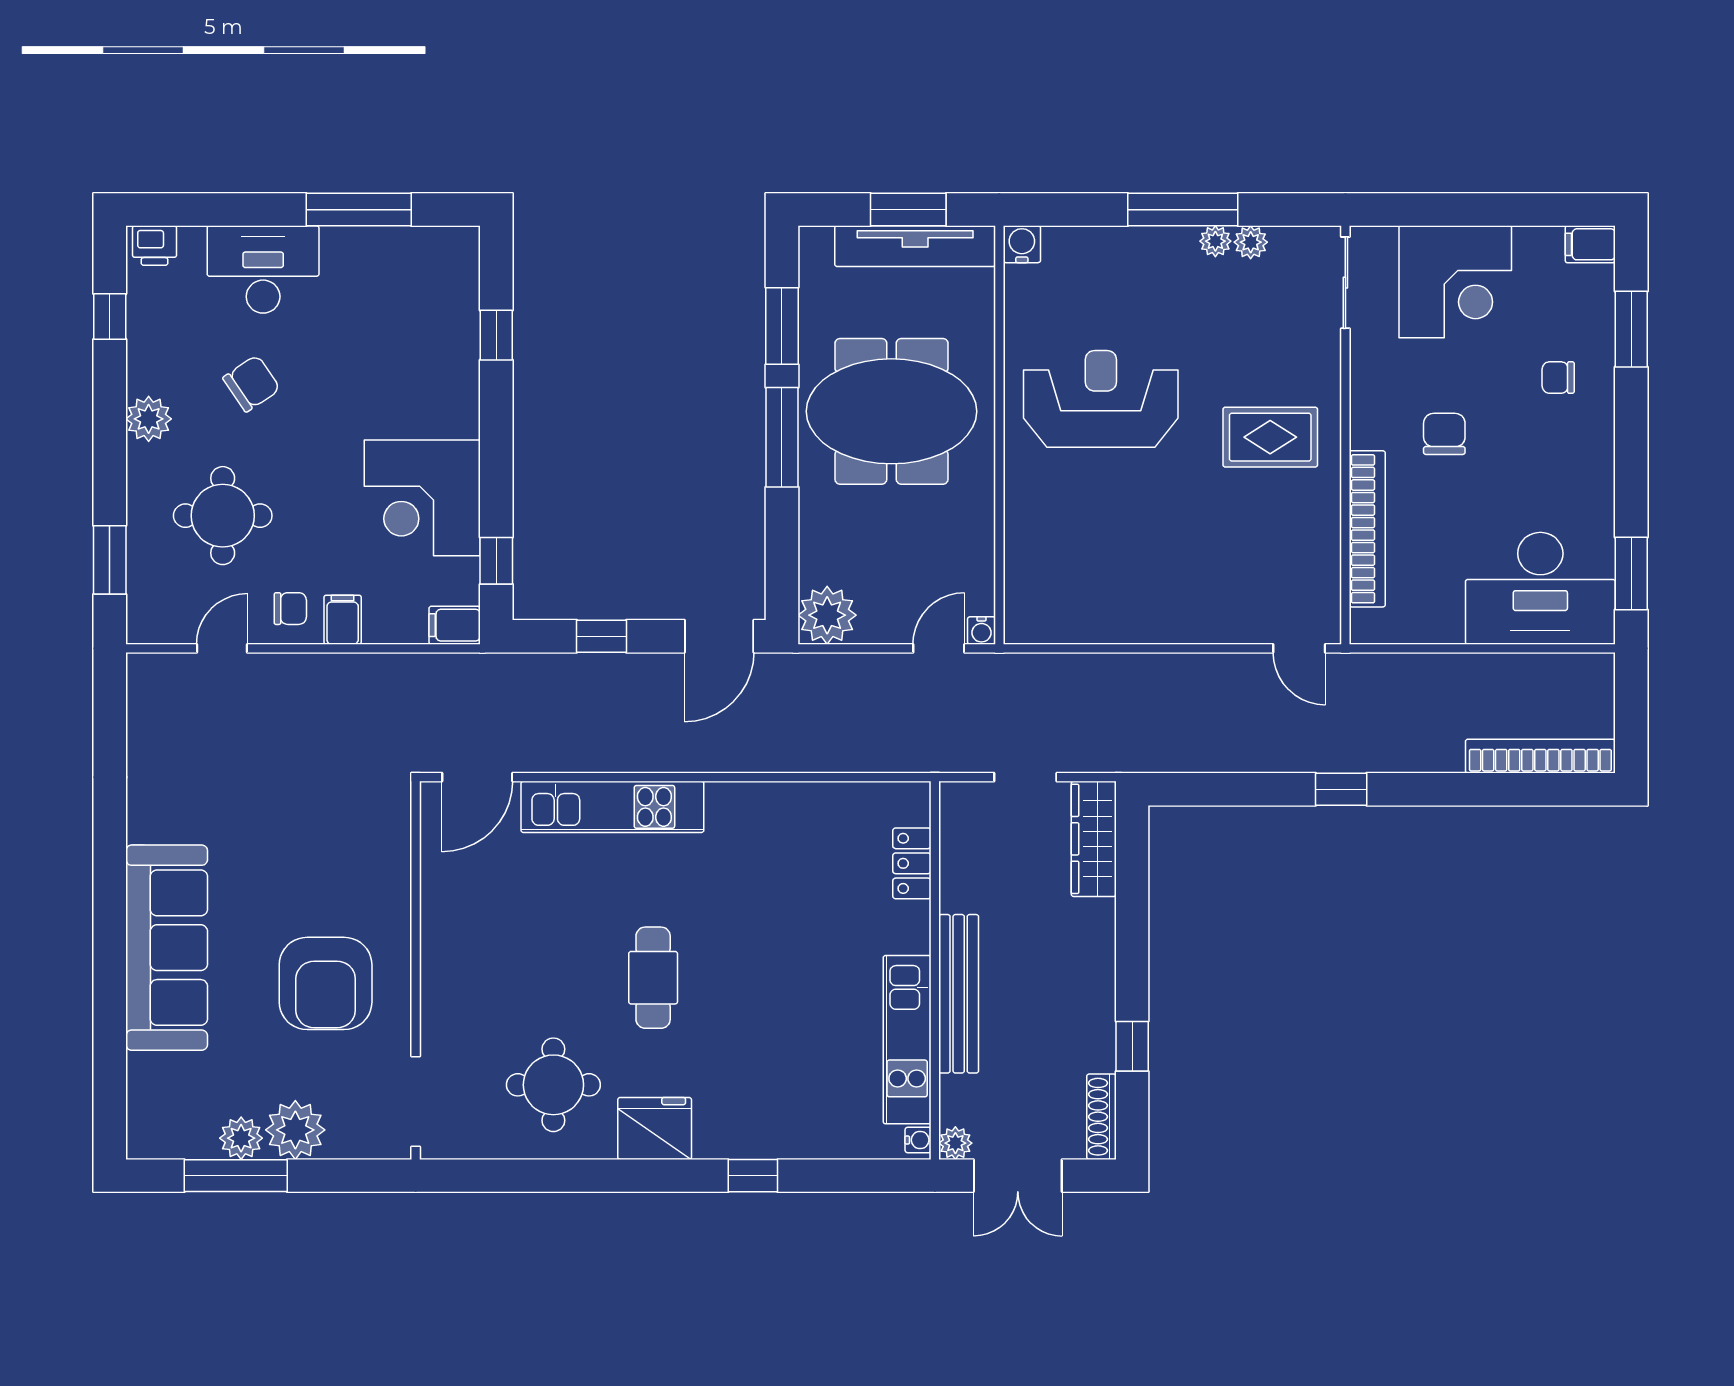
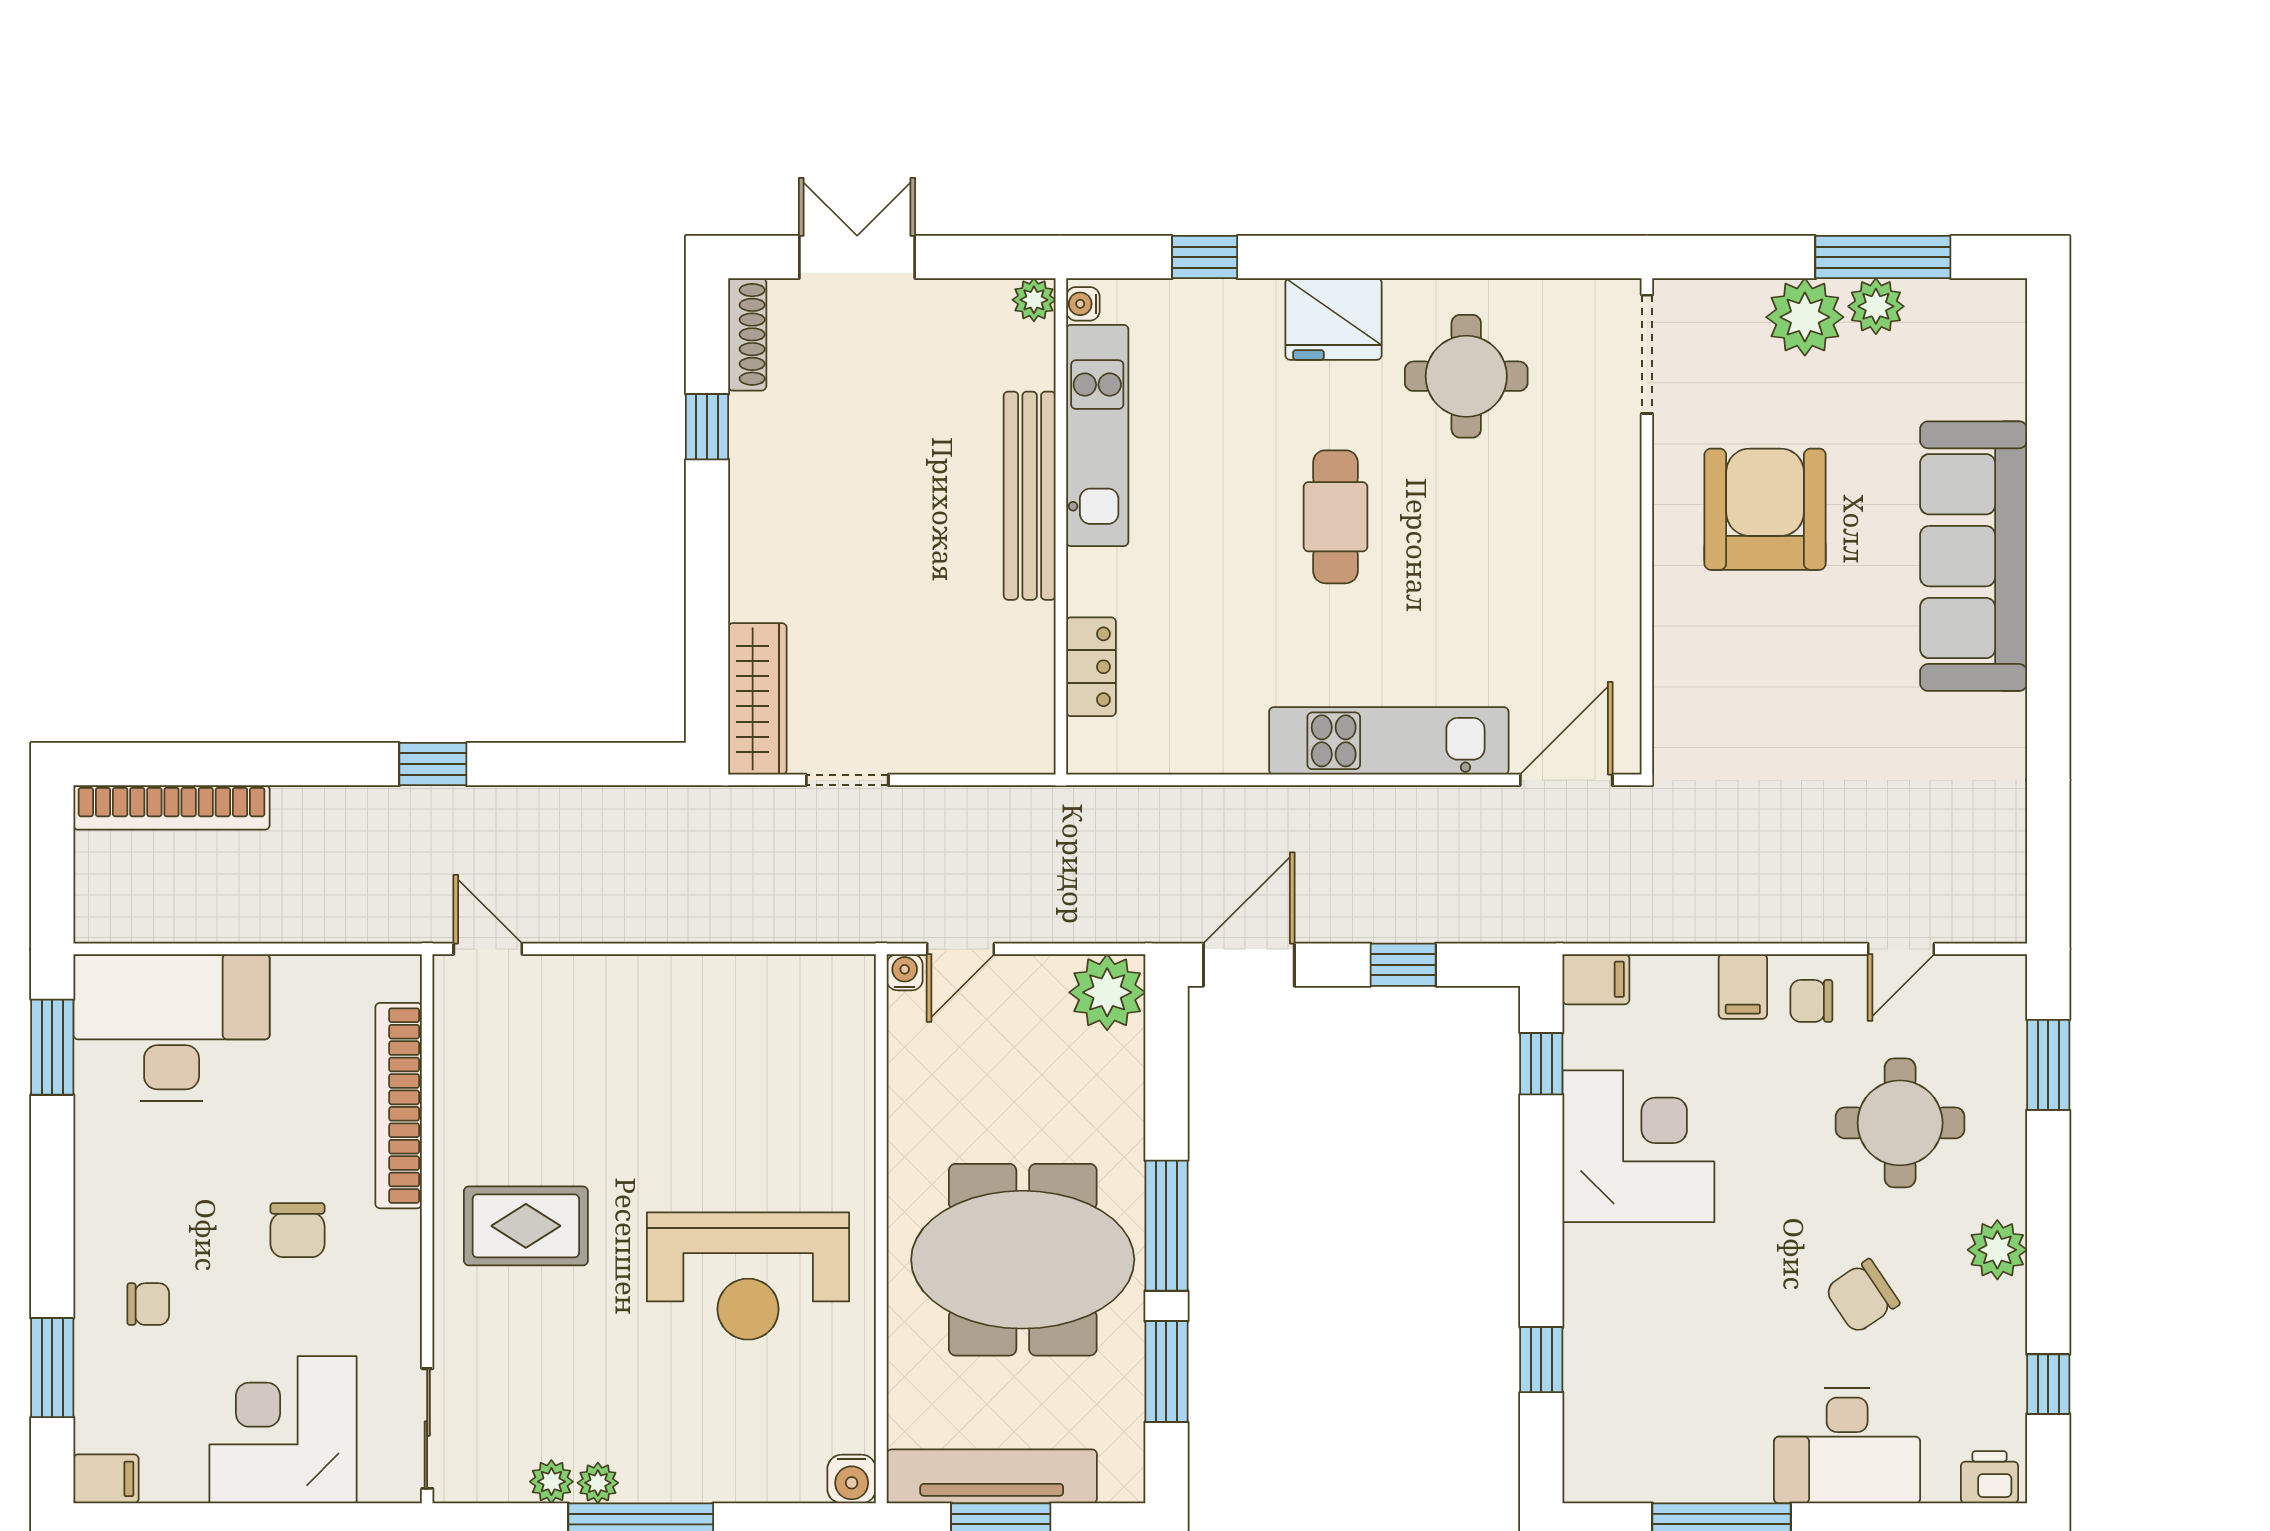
locker: (912, 863) -> (1091, 667), moved
wall: (935, 970) -> (1061, 526), moved
bench: (959, 994) -> (1030, 496), moved
kitchen unit: (907, 1040) -> (1097, 435), moved
water cooler: (918, 1140) -> (1083, 304), moved
plant: (955, 1143) -> (1034, 300), moved

